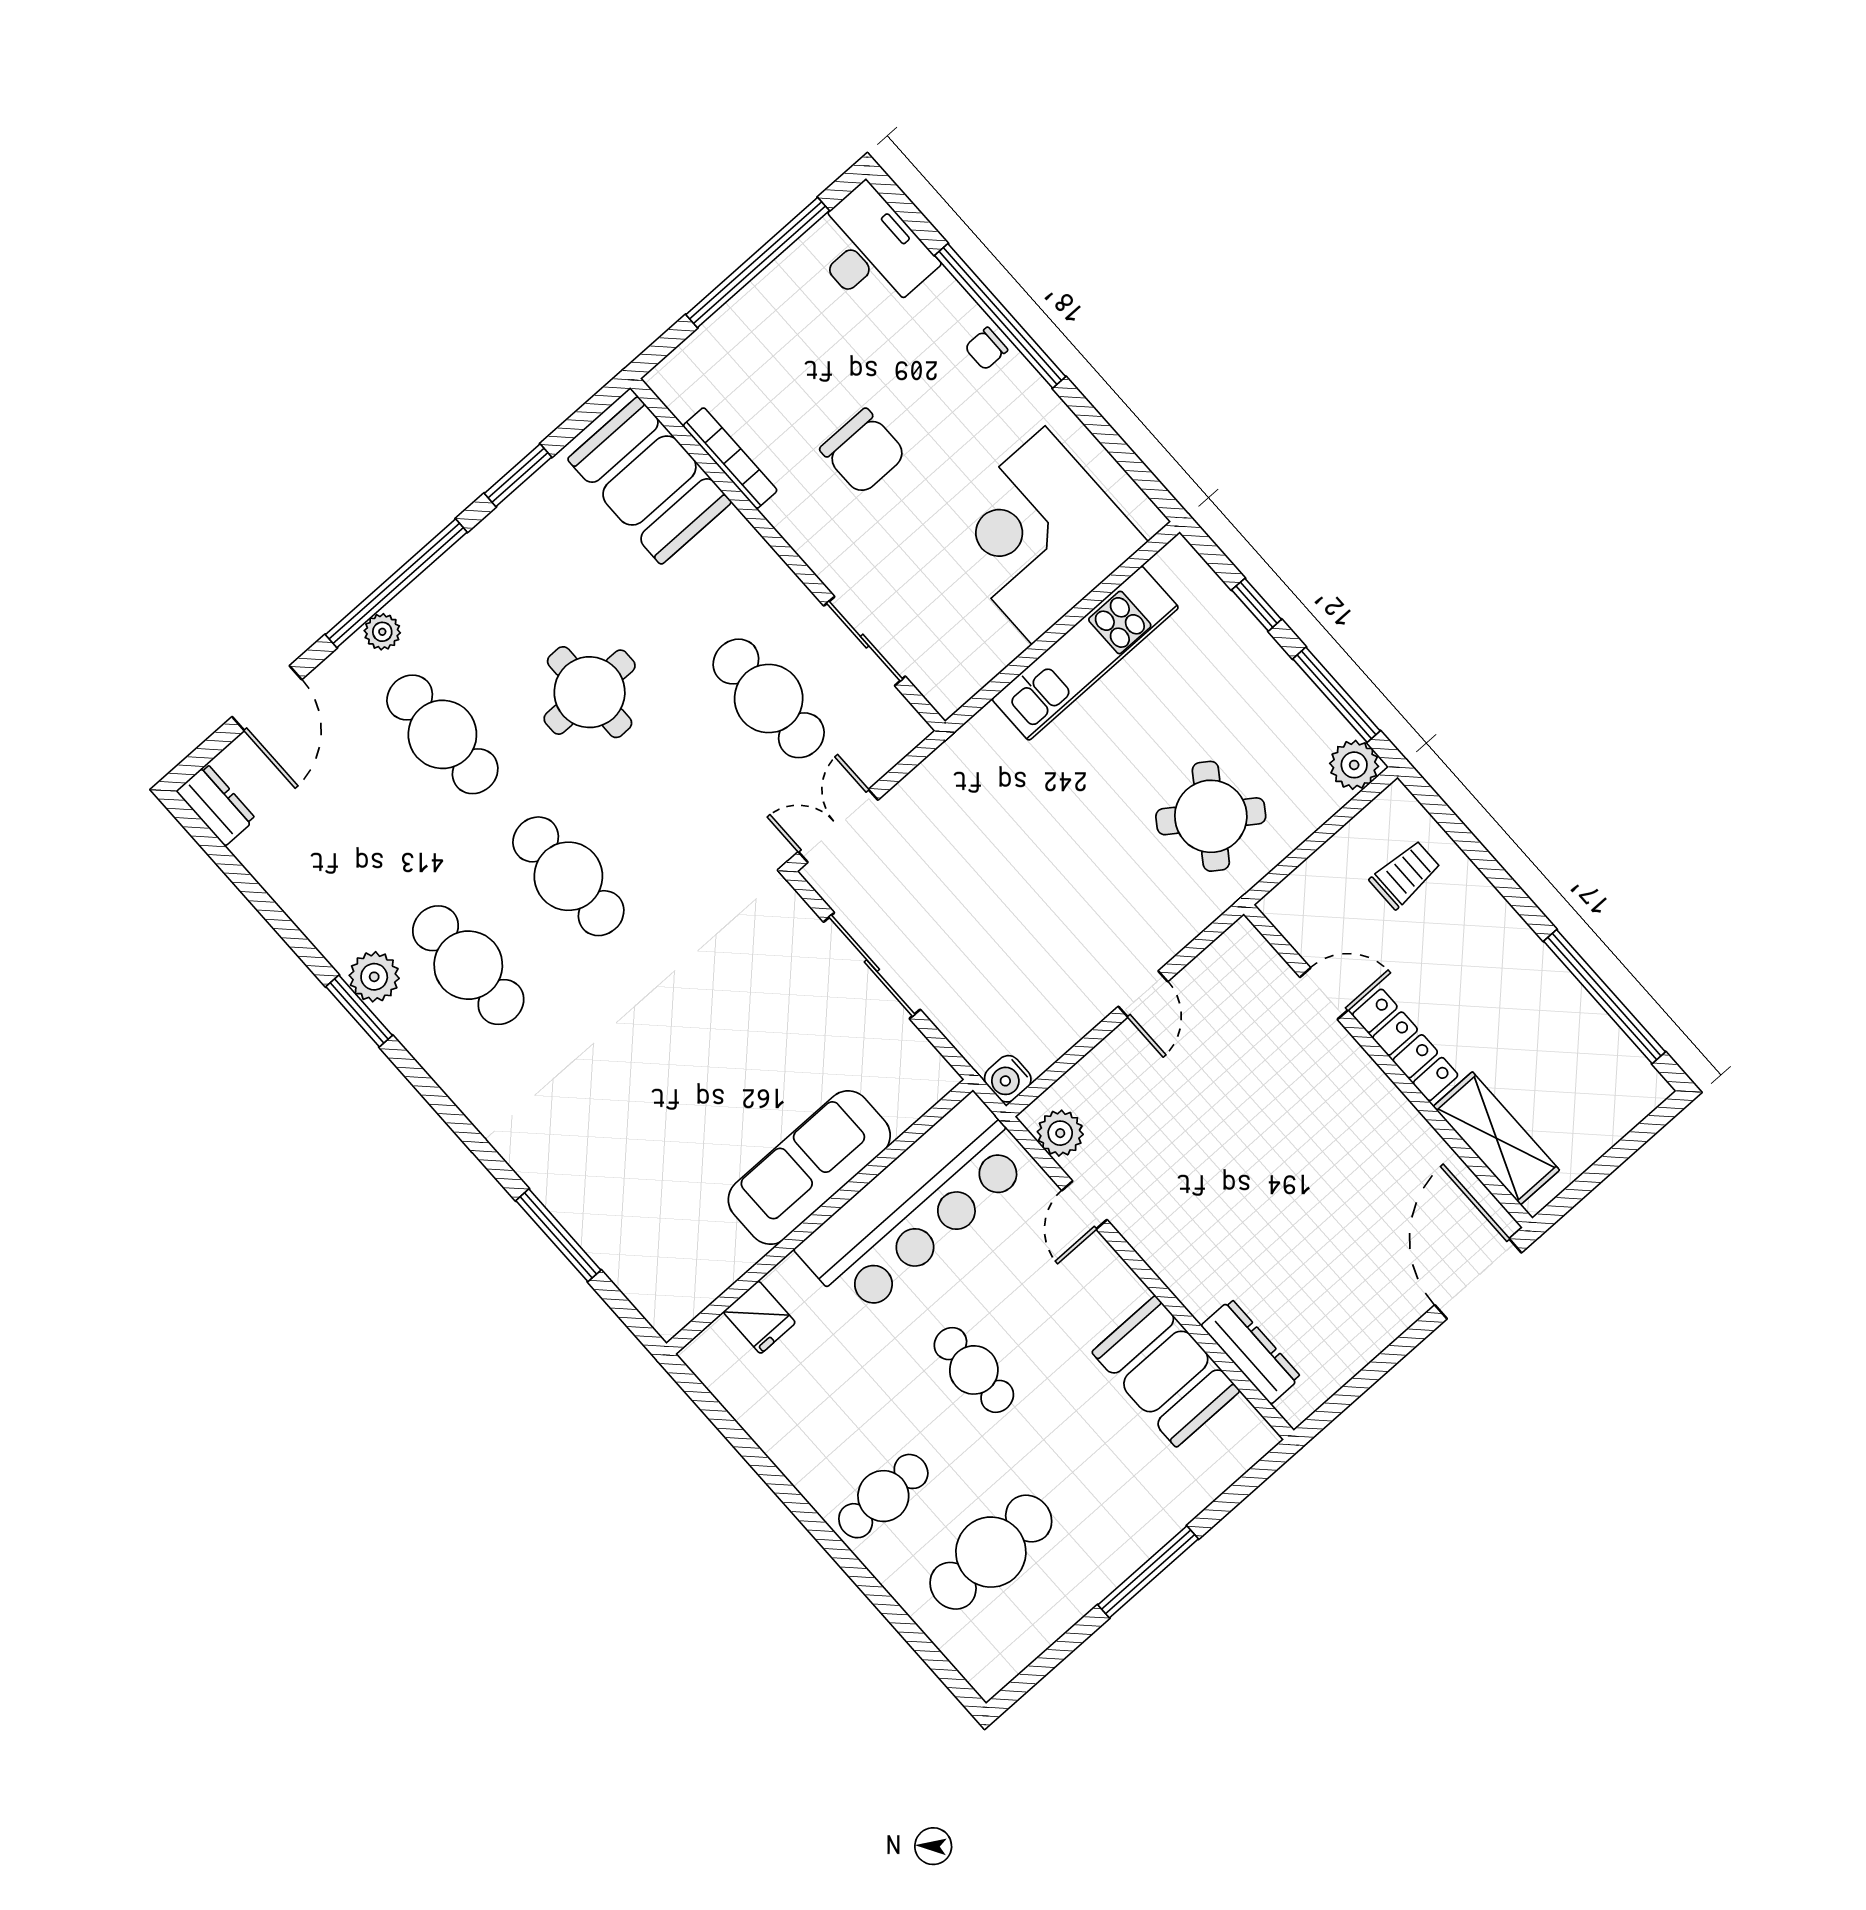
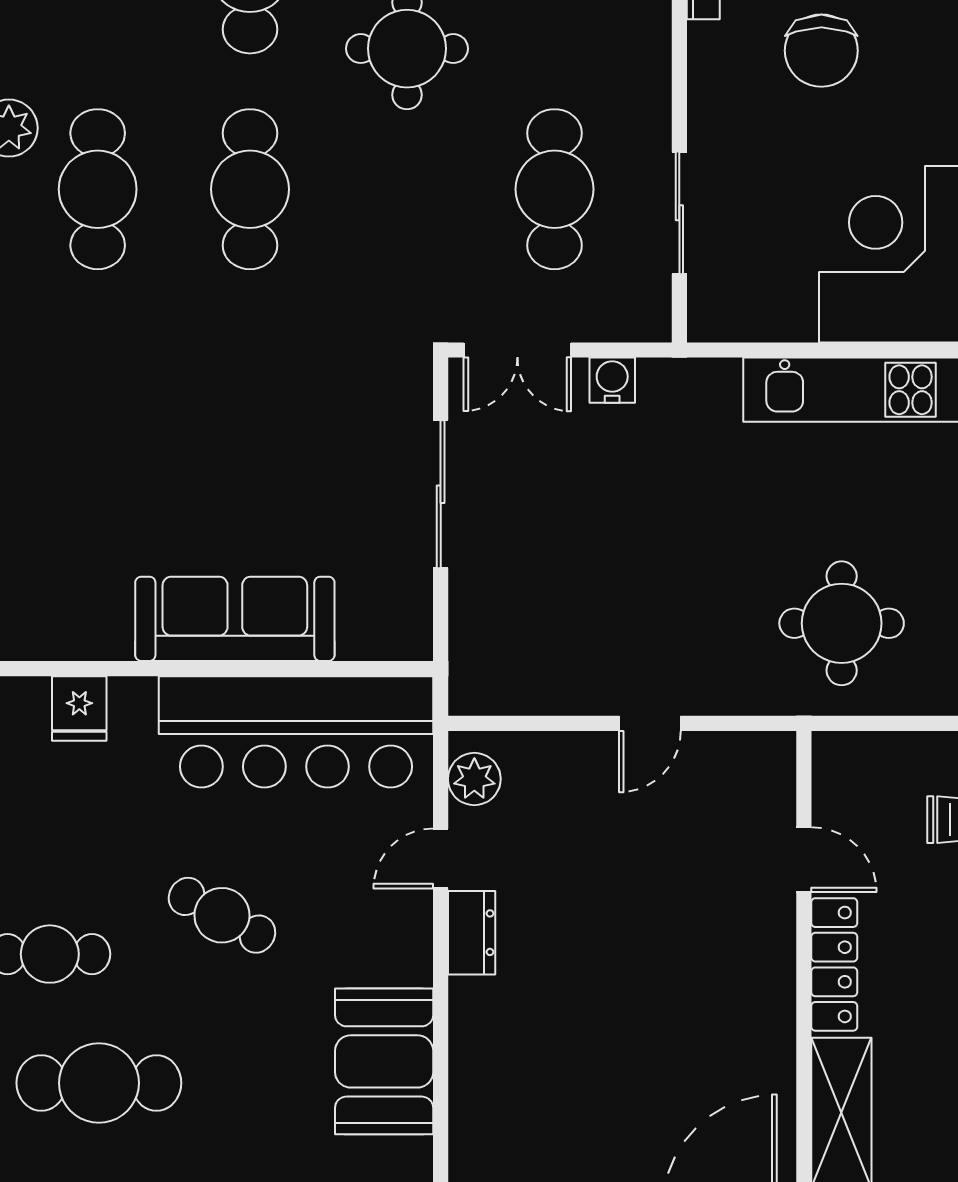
round table: (1211, 816) -> (842, 623), turned -35
double door: (838, 826) -> (517, 350), swing flipped
water cooler: (1008, 1079) -> (612, 380), moved, turned 90
dresser: (1251, 1352) -> (472, 933), moved, width x0.70
cafe table: (974, 1370) -> (222, 915), turned -62

